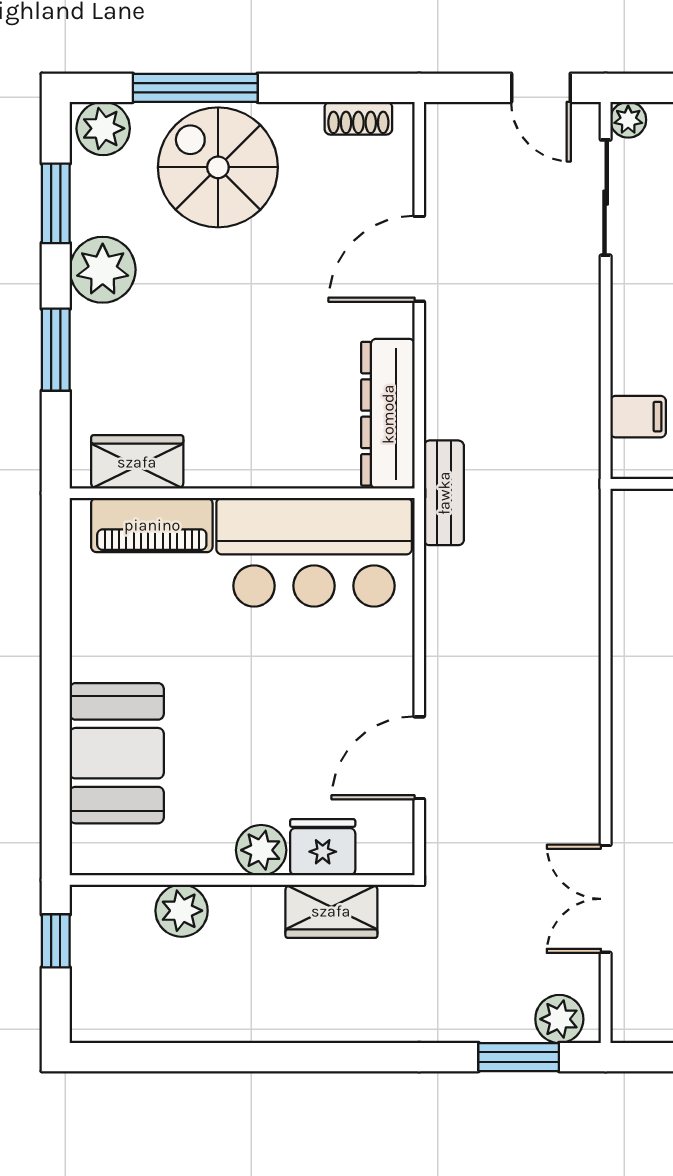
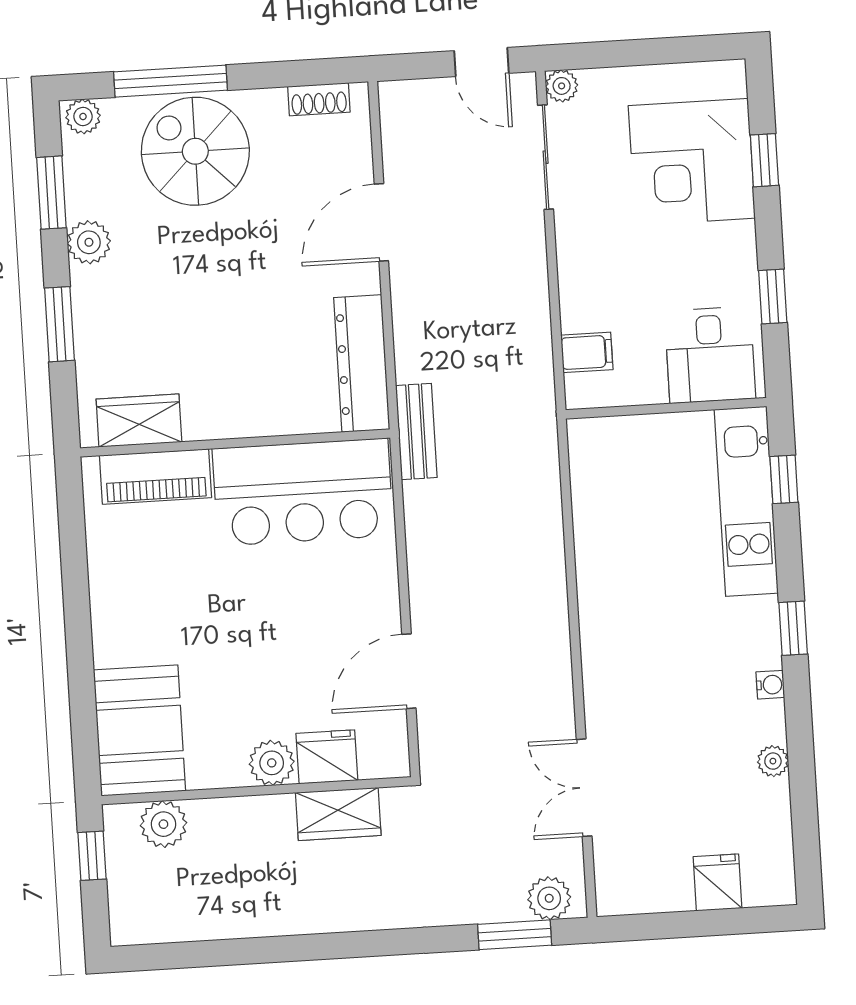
plant: (103, 128) -> (83, 116), width x0.73, depth x0.73
plant: (103, 270) -> (89, 242), width x0.73, depth x0.73
booth: (117, 753) -> (139, 730), moved
plant: (182, 911) -> (163, 824), moved

